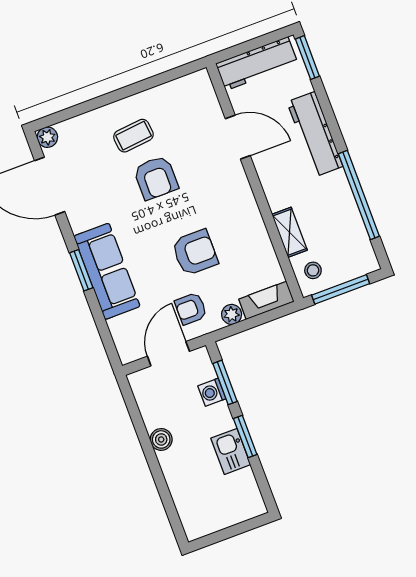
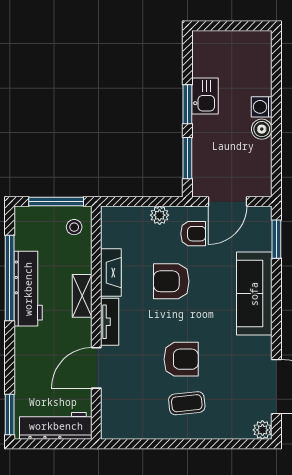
workbench: (315, 134) -> (28, 289), moved
door: (238, 137) -> (96, 368), hinge flipped
armchair: (156, 178) -> (181, 359), turned 90
tv unit: (242, 189) -> (110, 322), added
shelving: (290, 232) -> (82, 296), moved
window: (81, 270) -> (276, 239), moved
fireplace: (266, 300) -> (111, 273), moved, turned -90
washing machine: (212, 392) -> (262, 107), moved, turned 180

